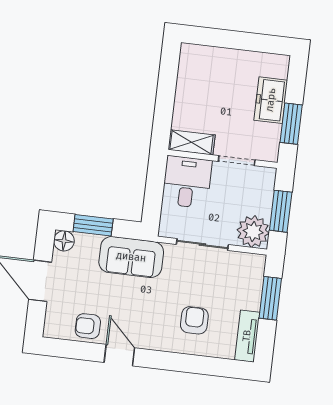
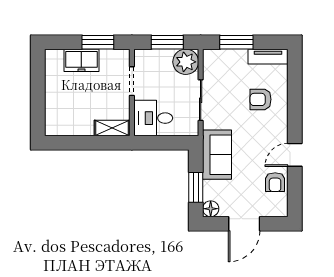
shelving: (192, 142) -> (112, 128), moved, turned 90

